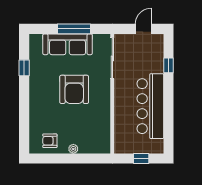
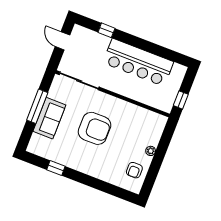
sofa: (68, 44) -> (49, 118), width x0.73
window: (141, 158) -> (181, 100), moved

